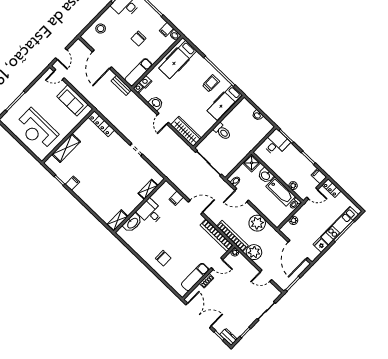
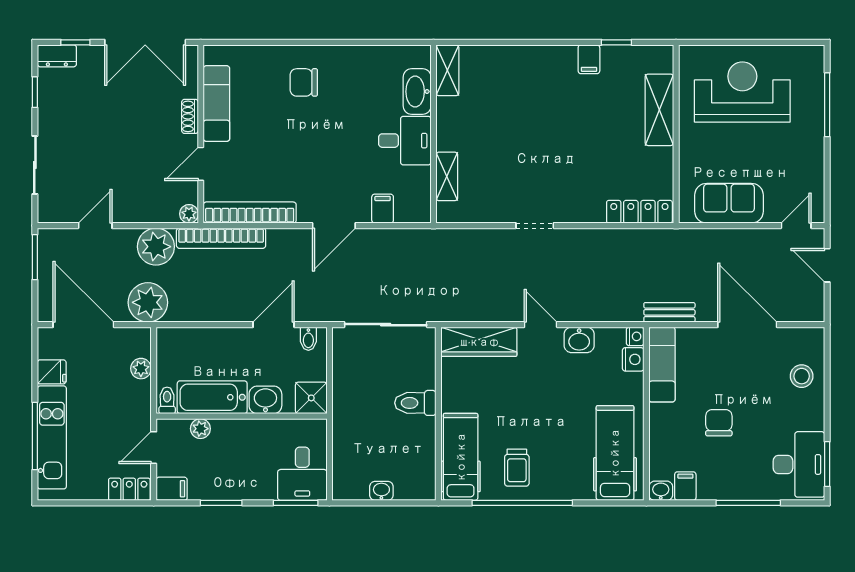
plant: (257, 223) -> (148, 302), moved

